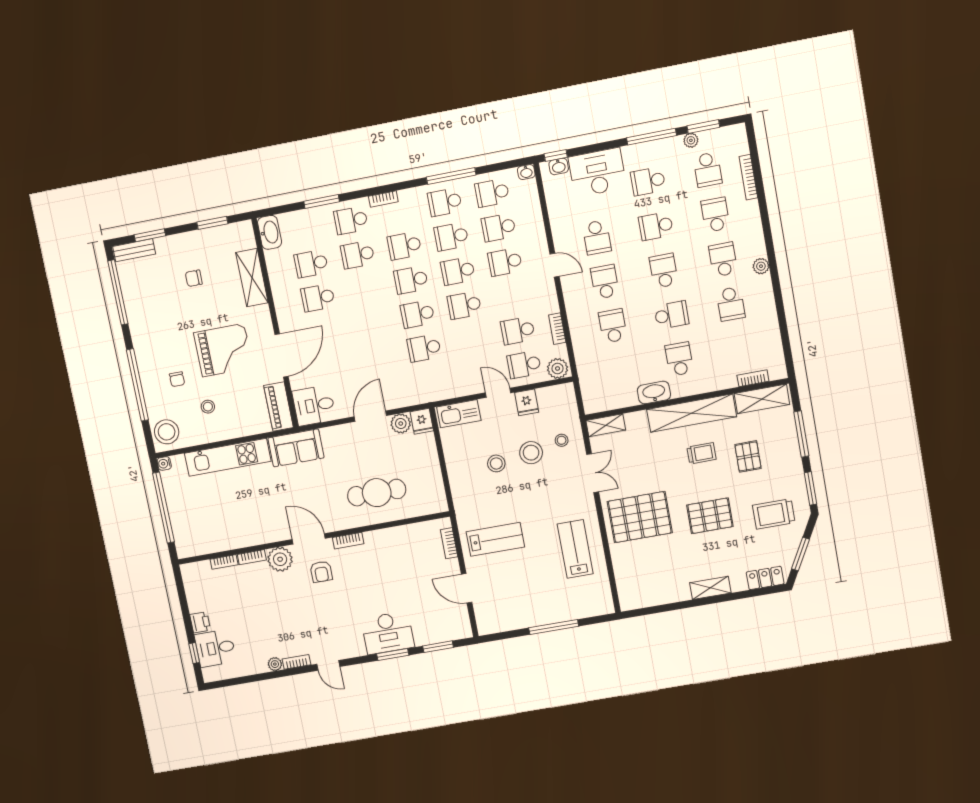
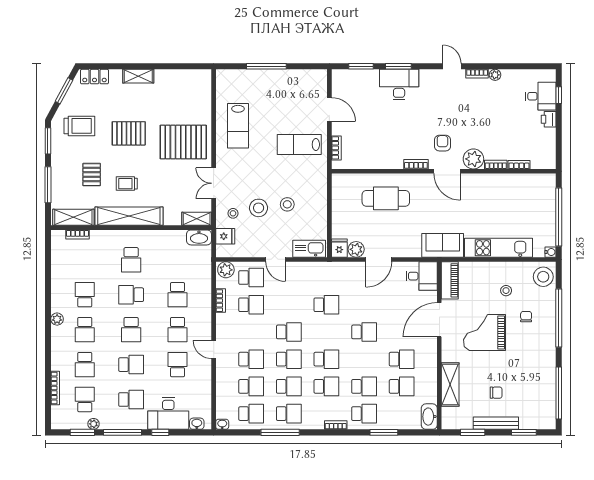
window: (556, 156) -> (160, 432), moved
bench: (134, 250) -> (496, 423), moved, width x1.36
school desk: (418, 314) -> (364, 332), moved
washbasin: (654, 393) -> (199, 237), moved
fridge: (527, 402) -> (225, 236), moved, turned 90

